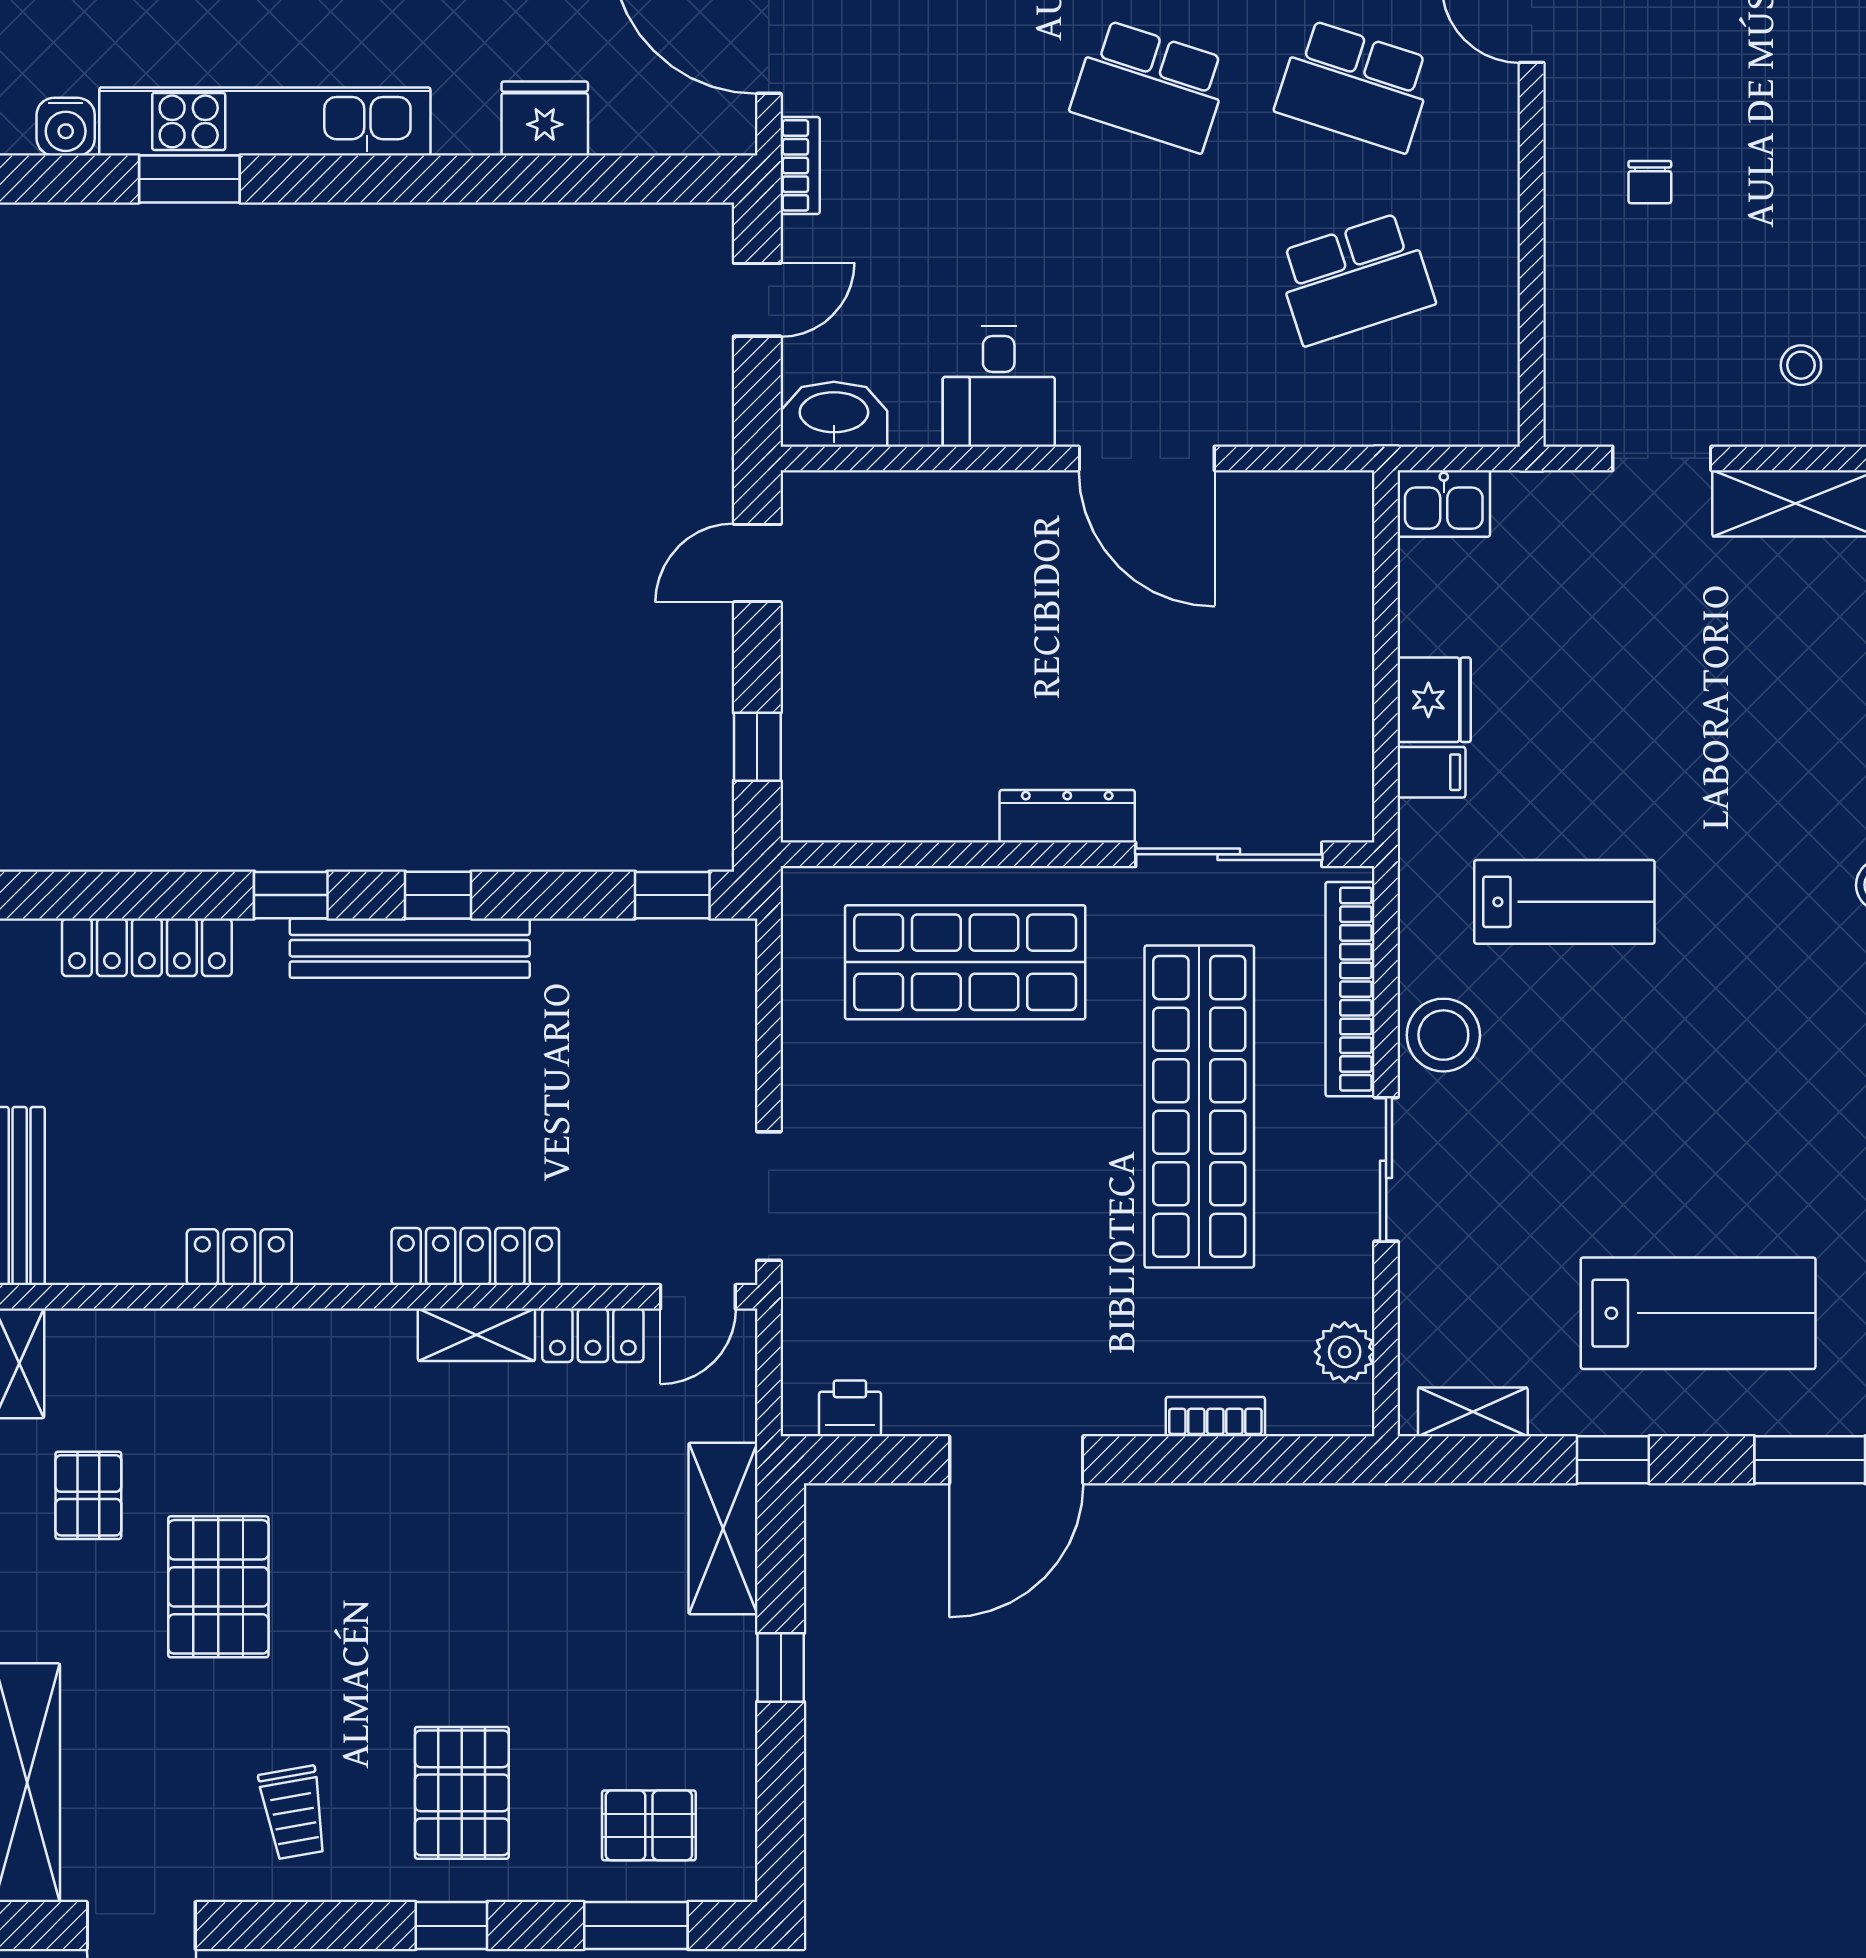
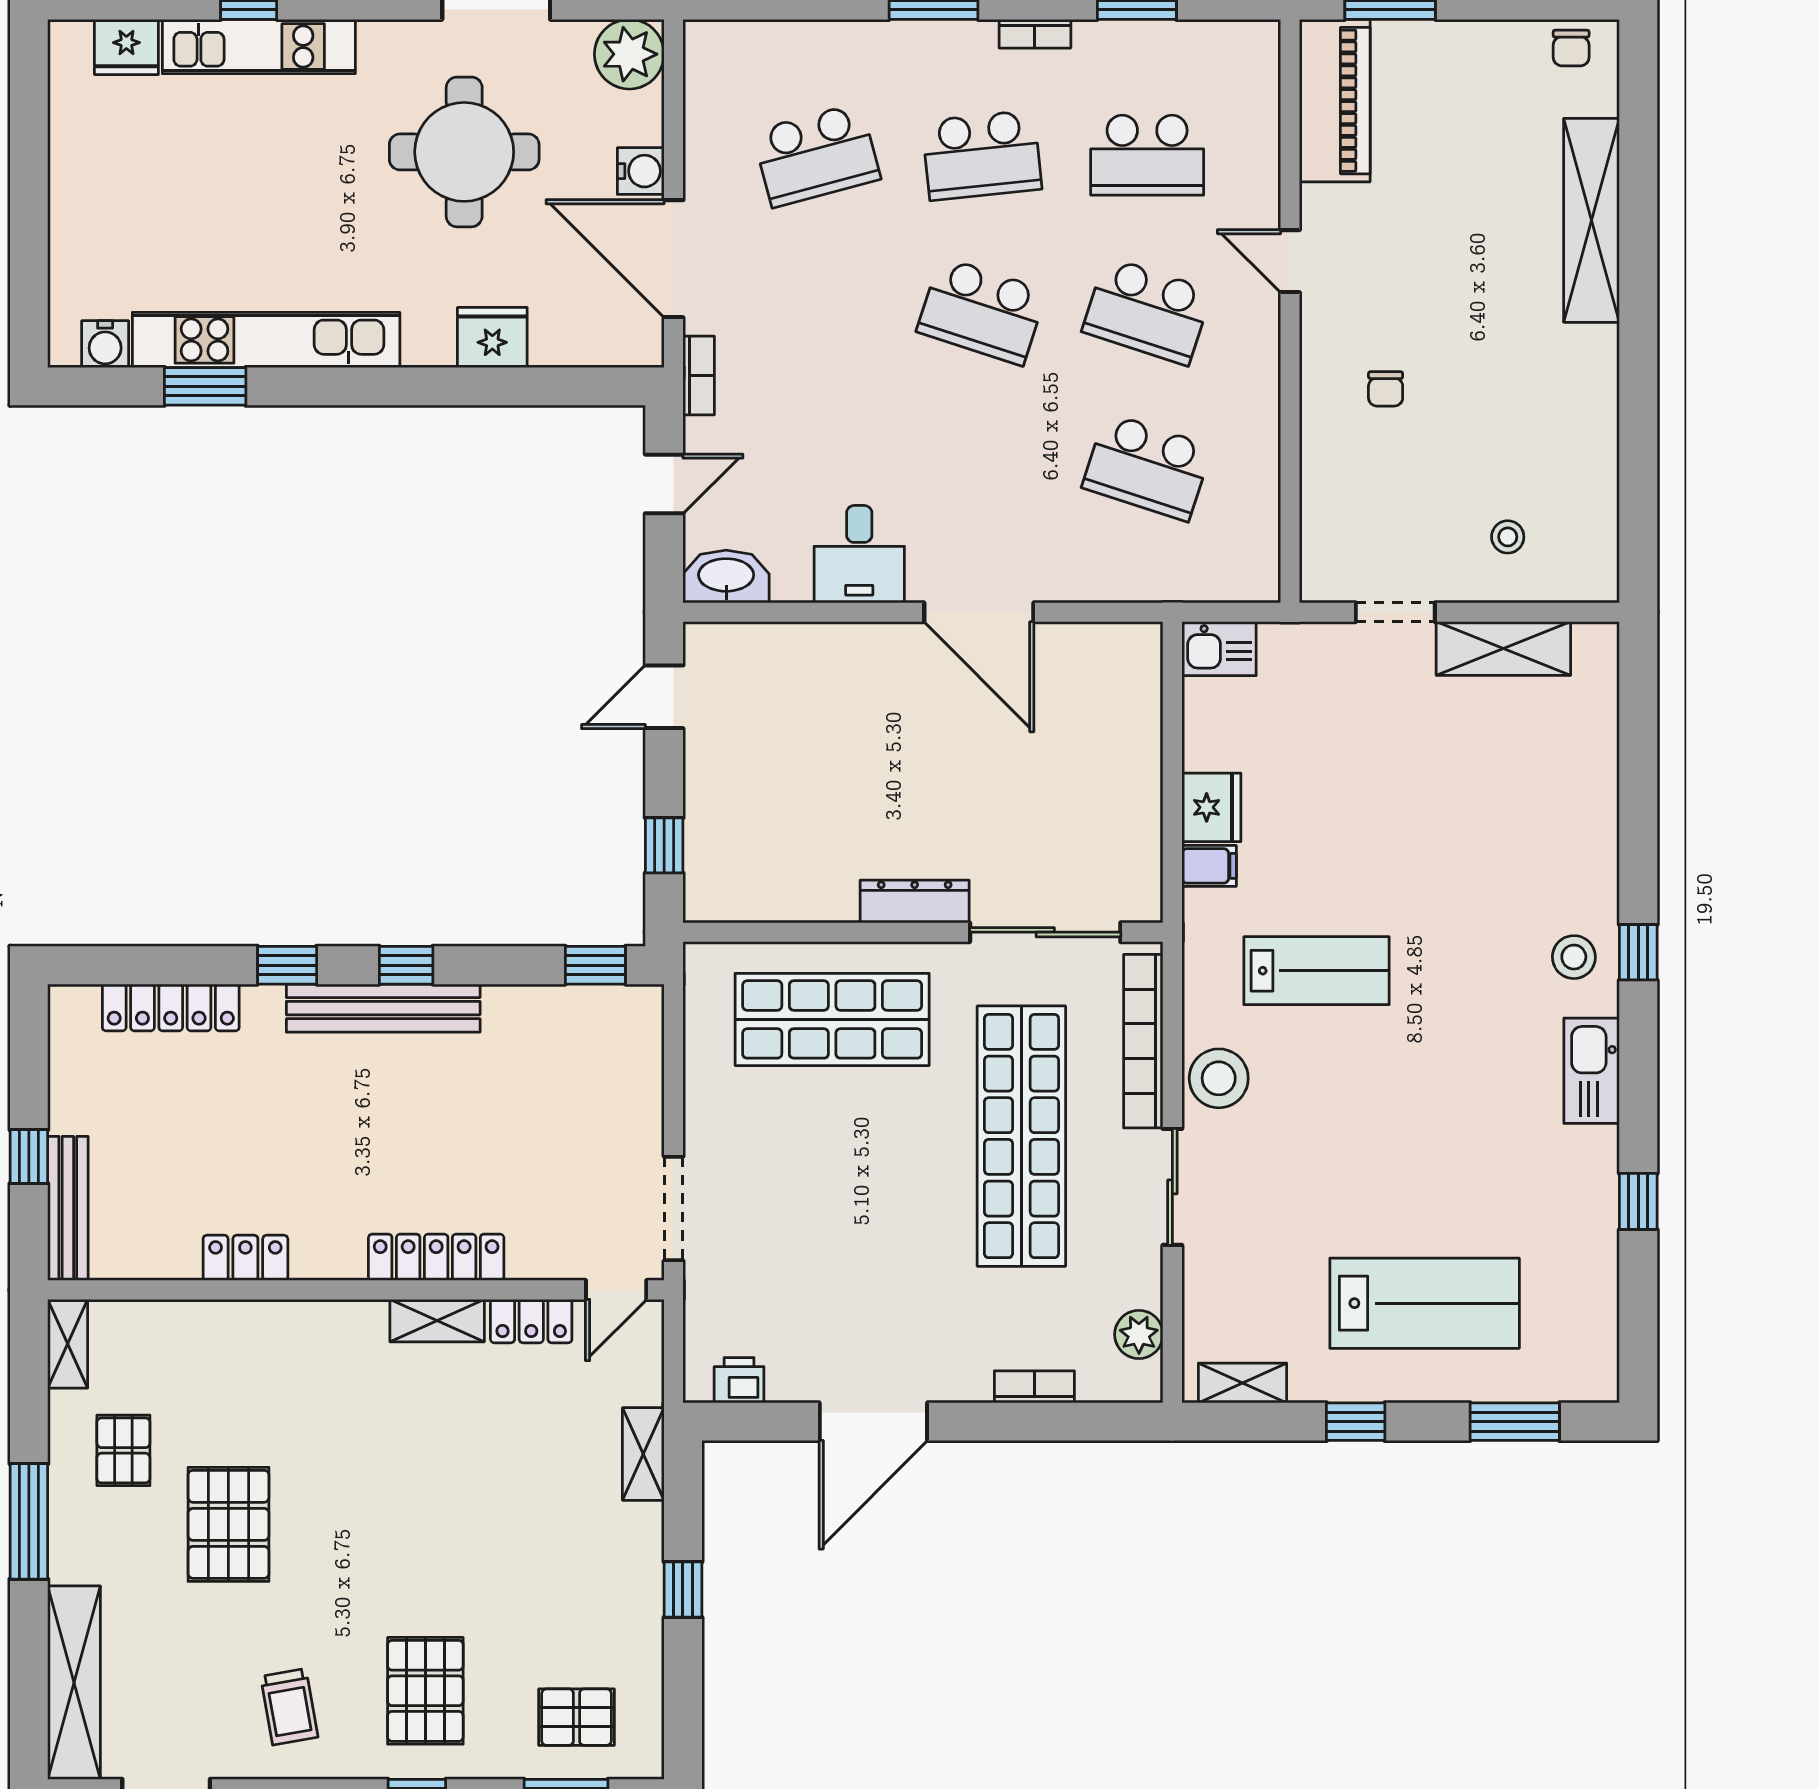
school desk: (1355, 279) -> (1147, 467), turned 36
shelving: (723, 1529) -> (643, 1454), width x0.67, depth x0.75

